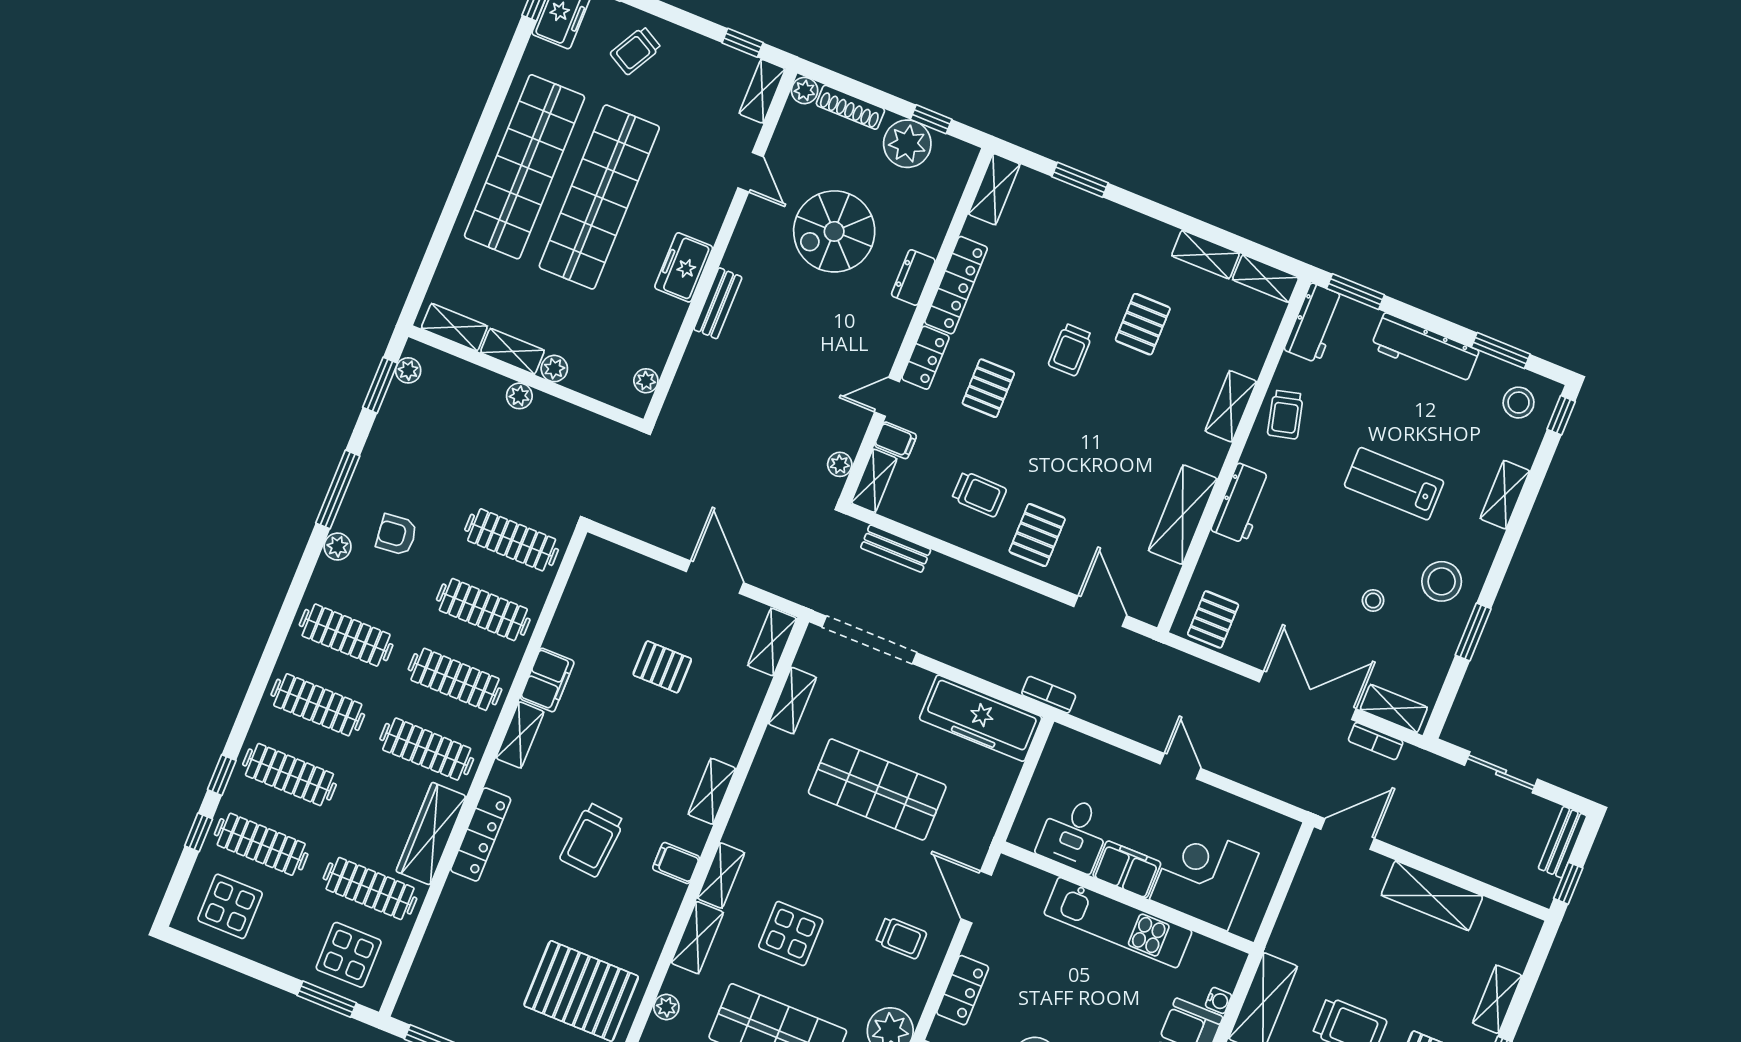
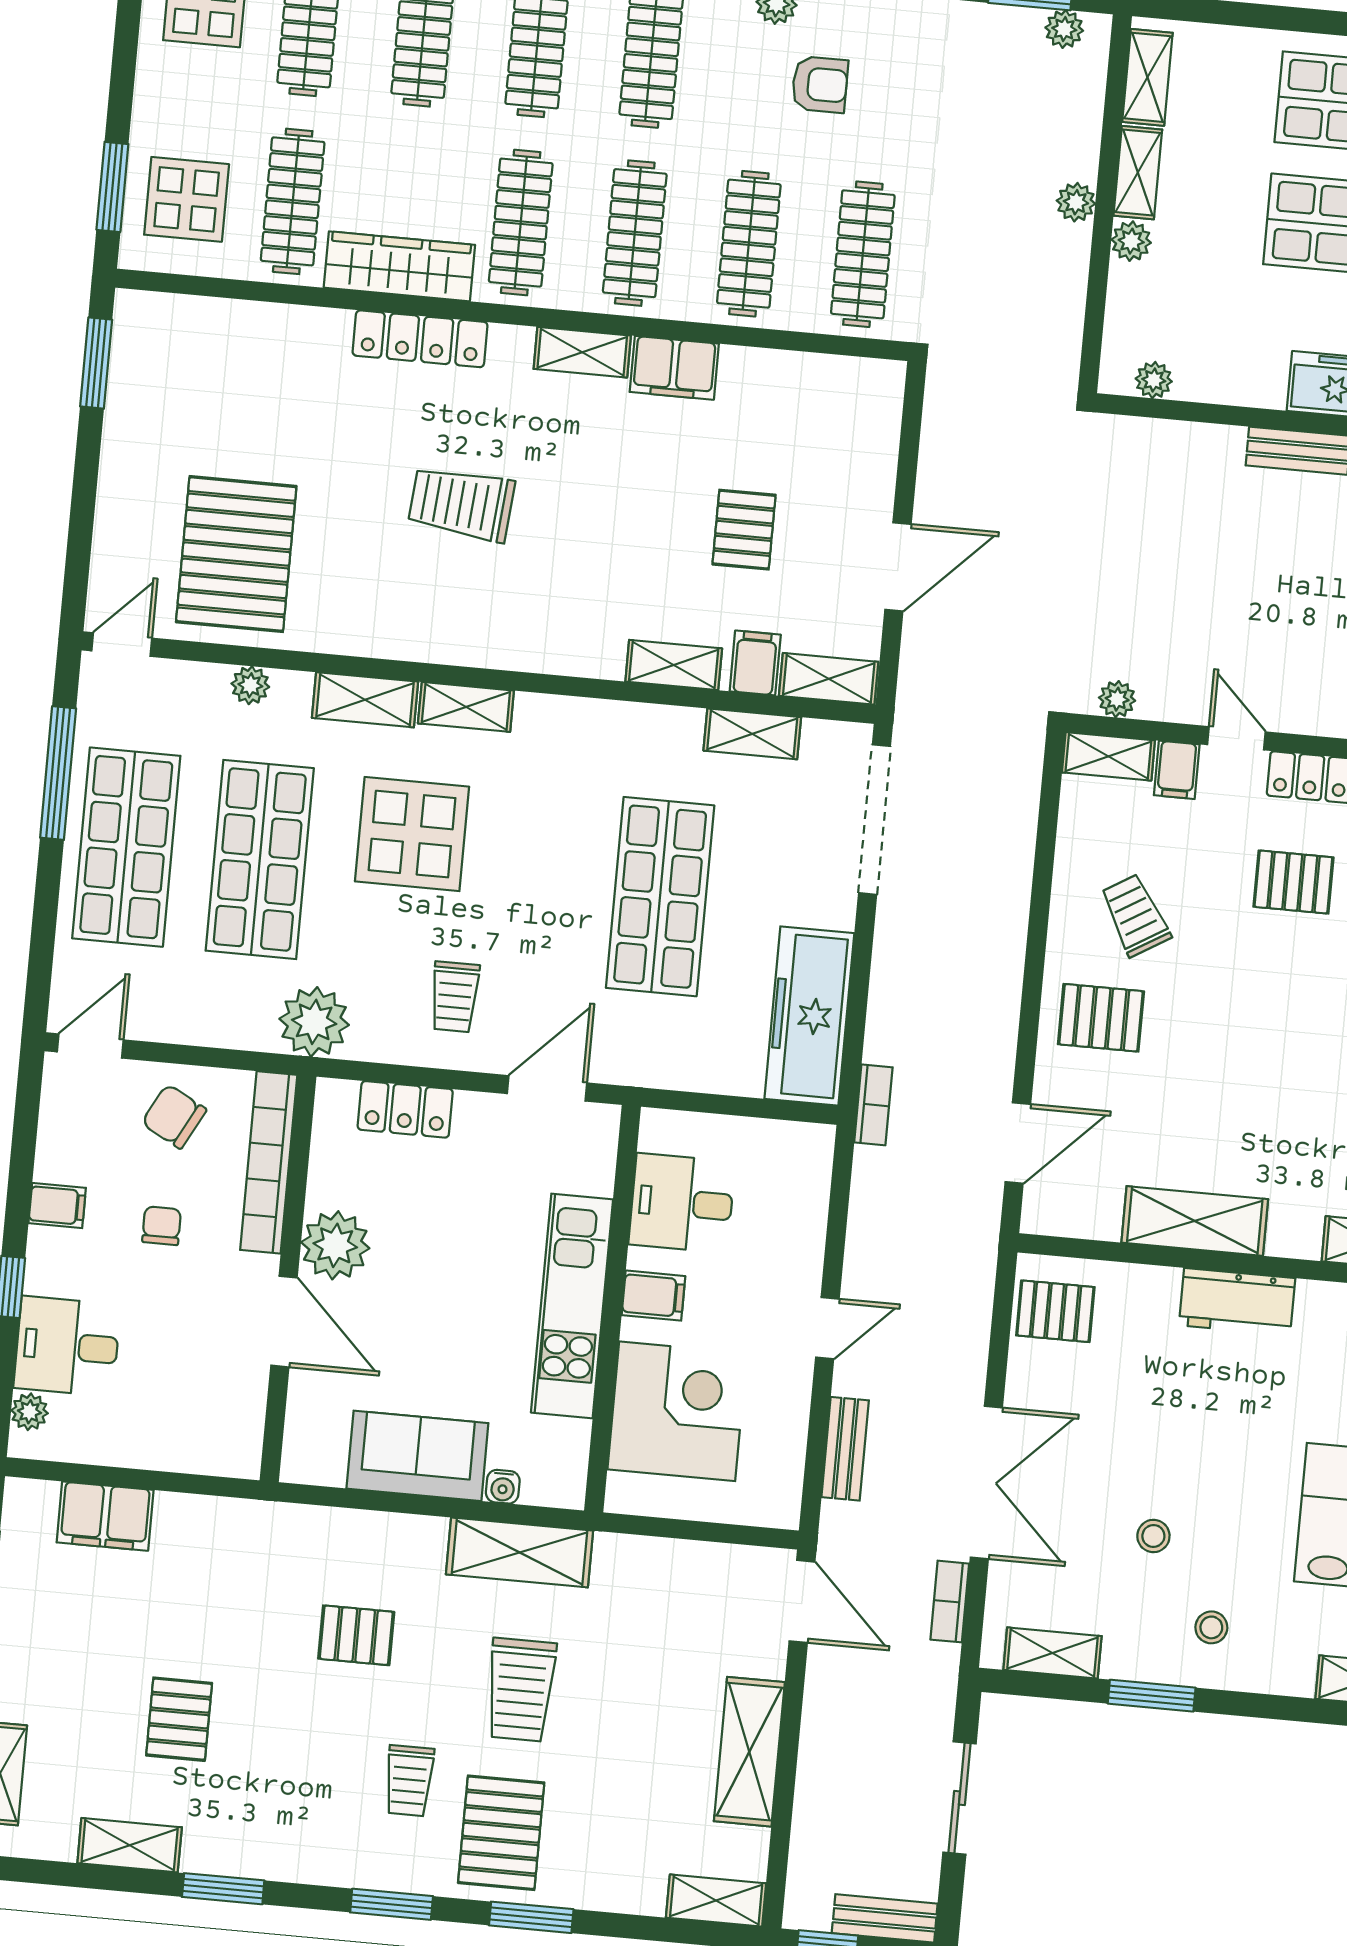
trolley: (979, 494) -> (1135, 915), turned 148
armchair: (397, 535) -> (820, 84), turned 96
bench: (896, 549) -> (845, 1449), moved
stool: (1442, 581) -> (1211, 1627), width x0.53, depth x0.53
shelving: (1394, 708) -> (1052, 1653), moved, turned 90
shelving: (712, 791) -> (674, 665), moved
filing cabinet: (676, 863) -> (755, 663), moved
filing cabinet: (1127, 869) -> (653, 1296), width x0.50
display table: (791, 934) -> (412, 834), width x1.36, depth x1.36
shelving: (1497, 999) -> (716, 1901), moved

